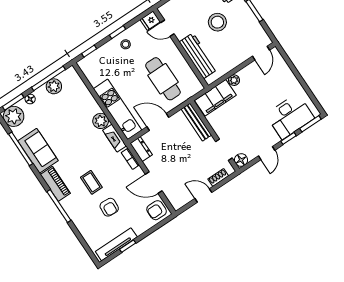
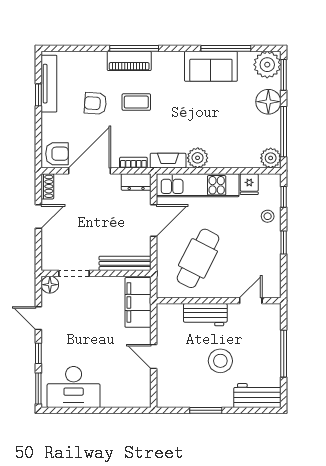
fridge: (150, 21) -> (249, 184), moved, turned 180
stool: (126, 44) -> (268, 216), moved
door: (261, 53) -> (154, 356), moved
workbench: (198, 56) -> (205, 315), width x0.73
cafe table: (163, 79) -> (198, 258), turned -63
plant: (234, 80) -> (144, 336), removed
plant: (54, 86) -> (271, 158), moved
floor lamp: (30, 99) -> (268, 102), width x1.89, depth x1.89
desk: (290, 116) -> (74, 387), moved, turned -90
shoe rack: (218, 177) -> (47, 186), moved
door: (154, 183) -> (90, 171), width x1.36
piano: (55, 184) -> (129, 61), moved
armchair: (157, 210) -> (57, 154), turned 90

